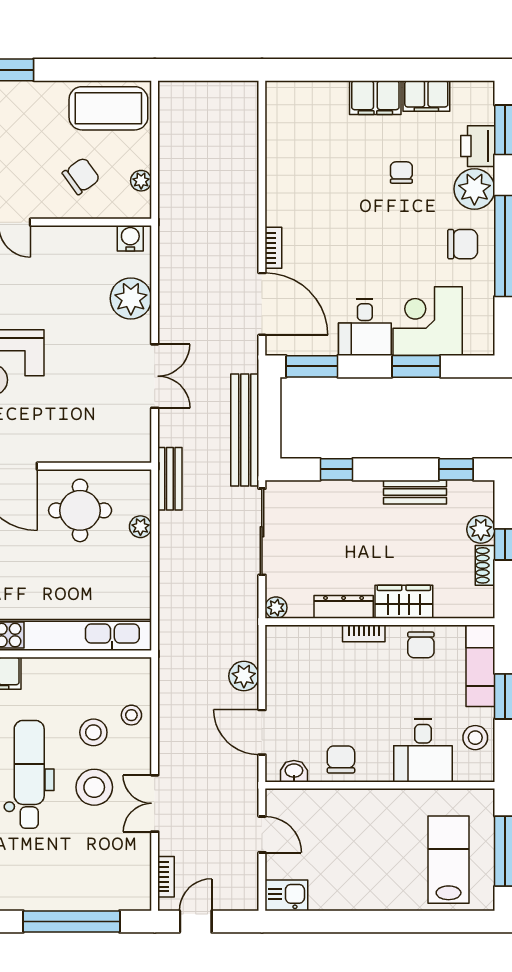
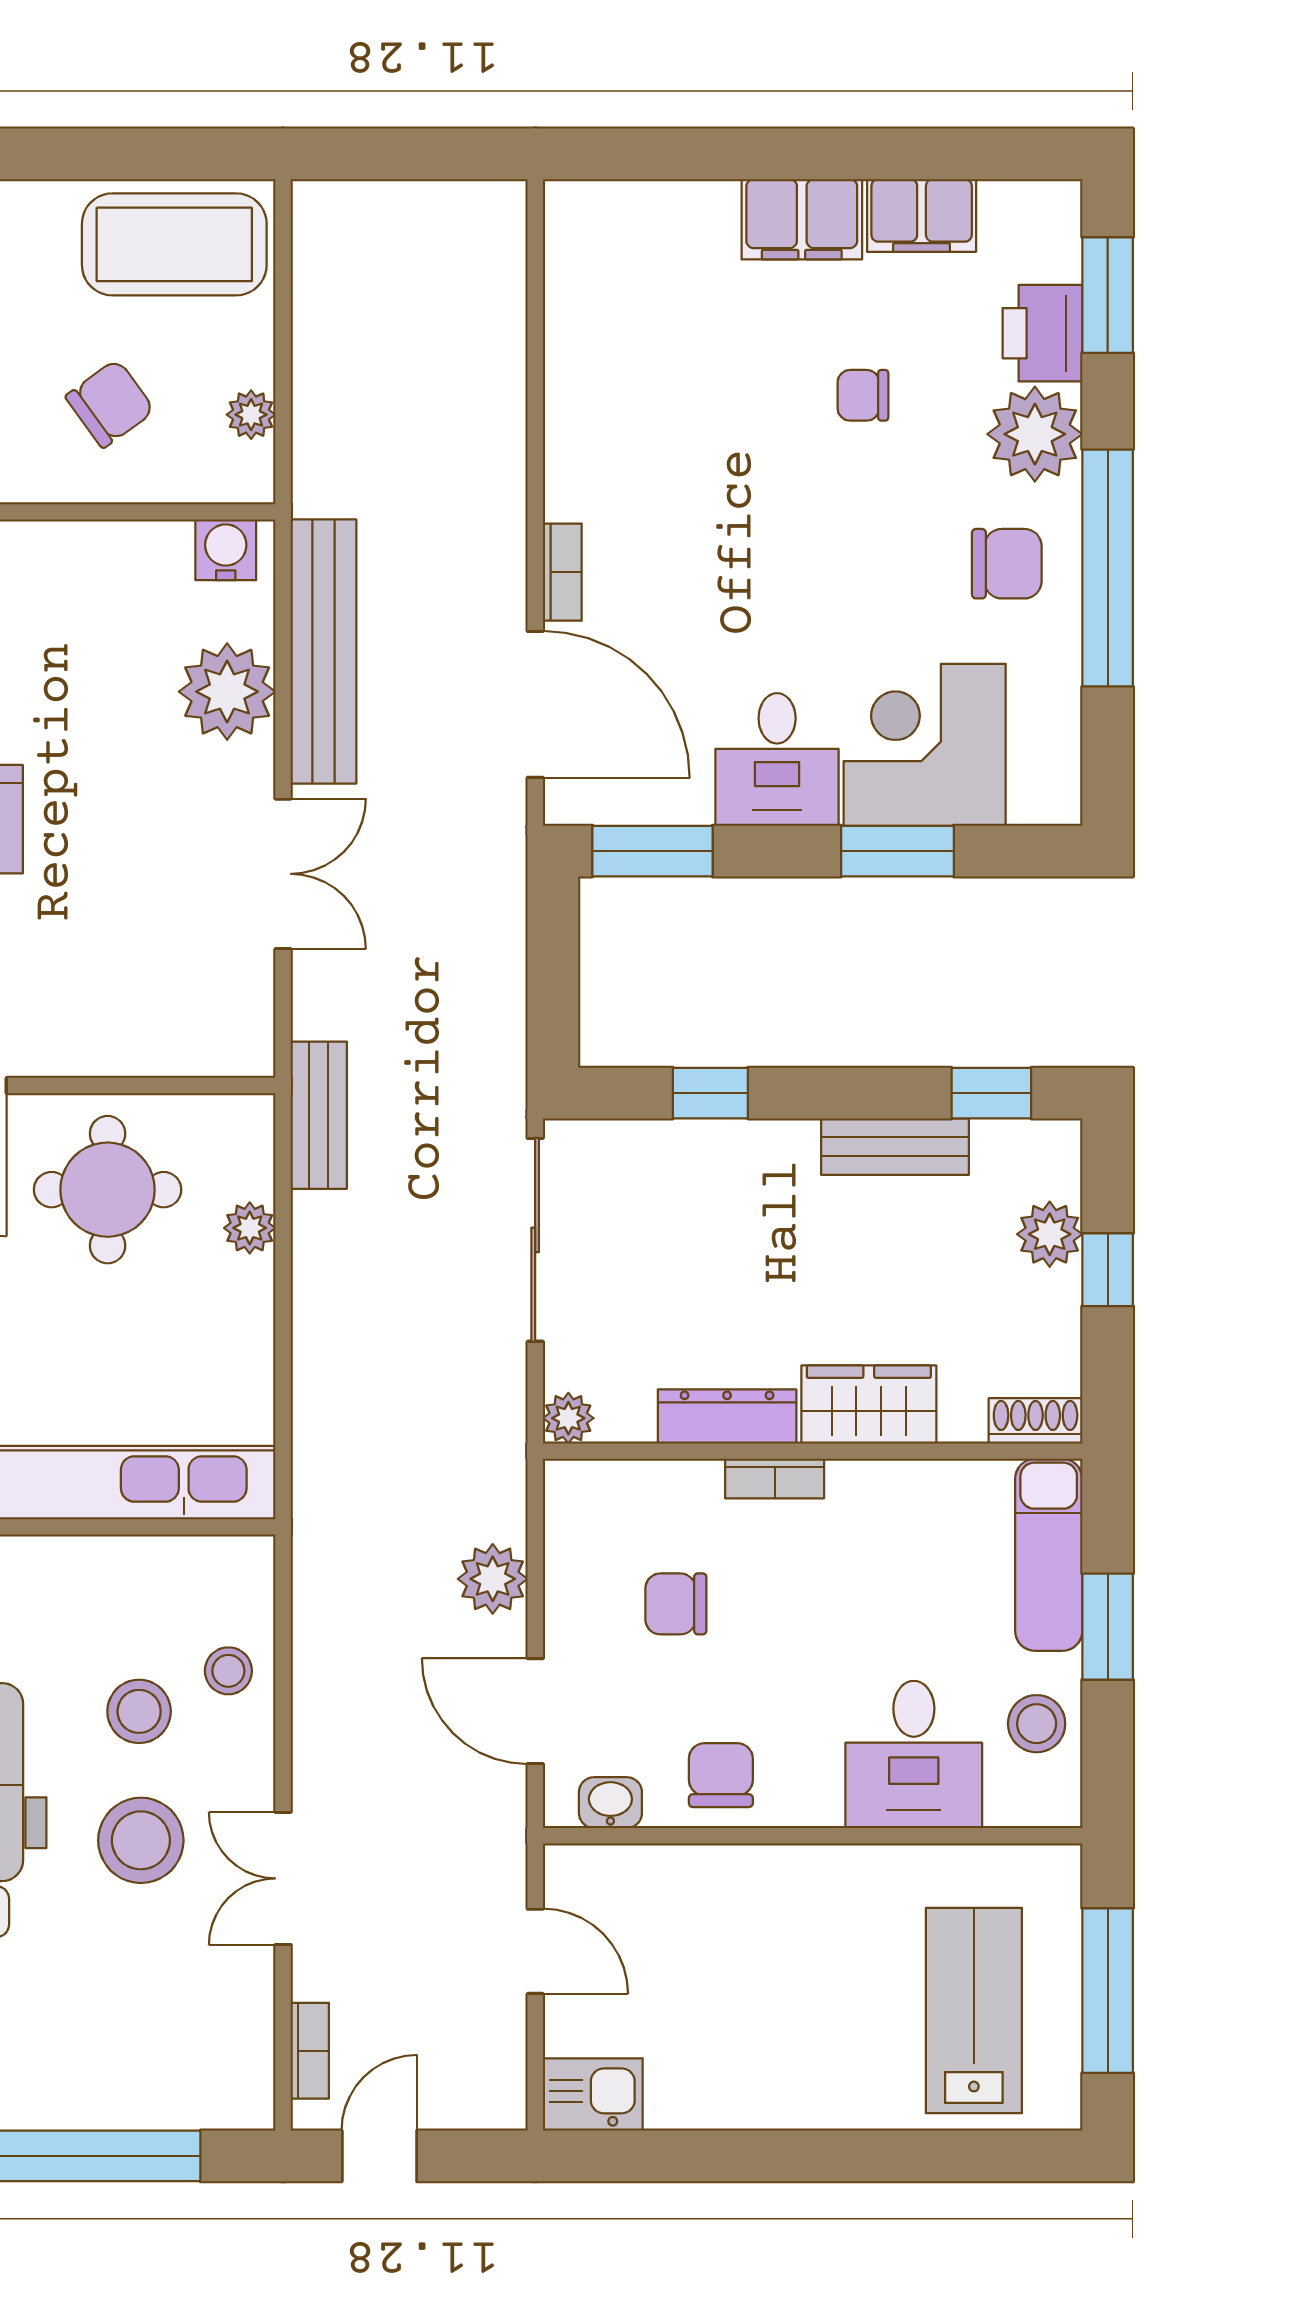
chair: (401, 172) -> (863, 395), turned -90
bench: (245, 430) -> (323, 652), moved
shoe rack: (485, 565) -> (1036, 1421), moved, turned 90
chair: (421, 645) -> (676, 1604), moved, turned 90

